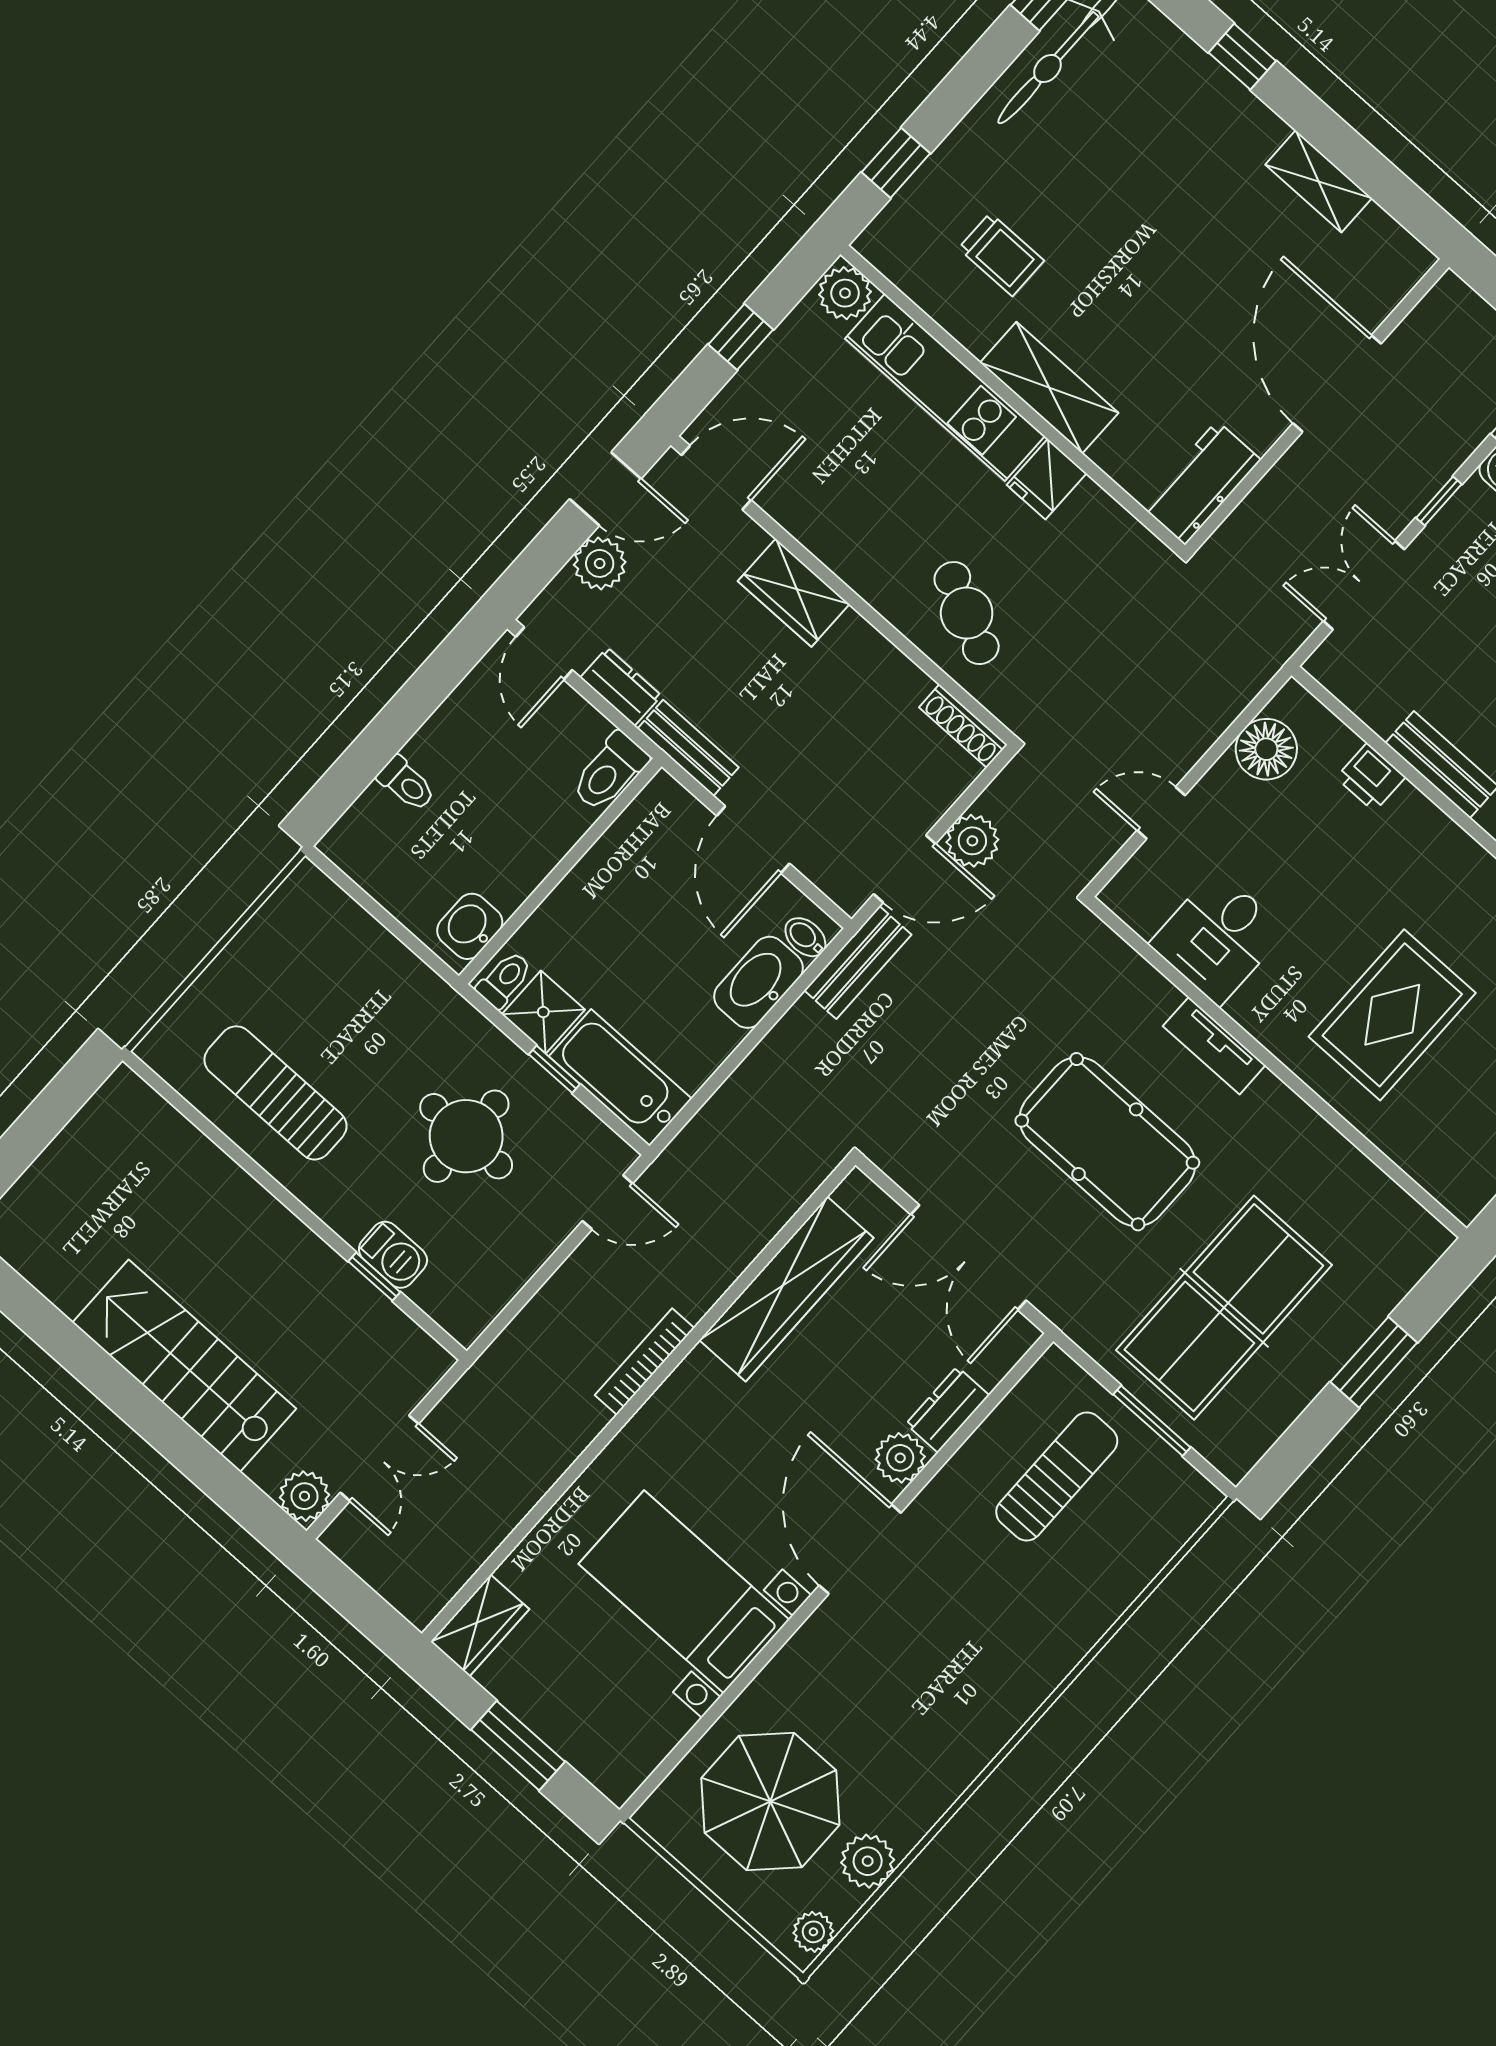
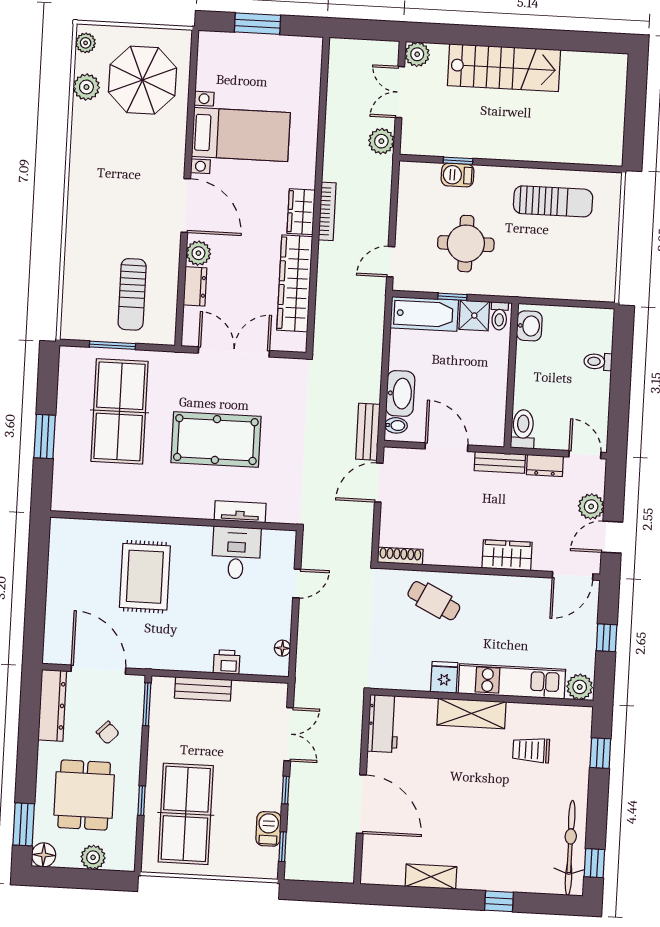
floor lamp: (1266, 749) -> (282, 648), width x0.53, depth x0.53
plant: (972, 841) -> (381, 141), moved
tv unit: (1214, 1046) -> (240, 512), moved
wardrobe: (480, 1625) -> (301, 212), moved

